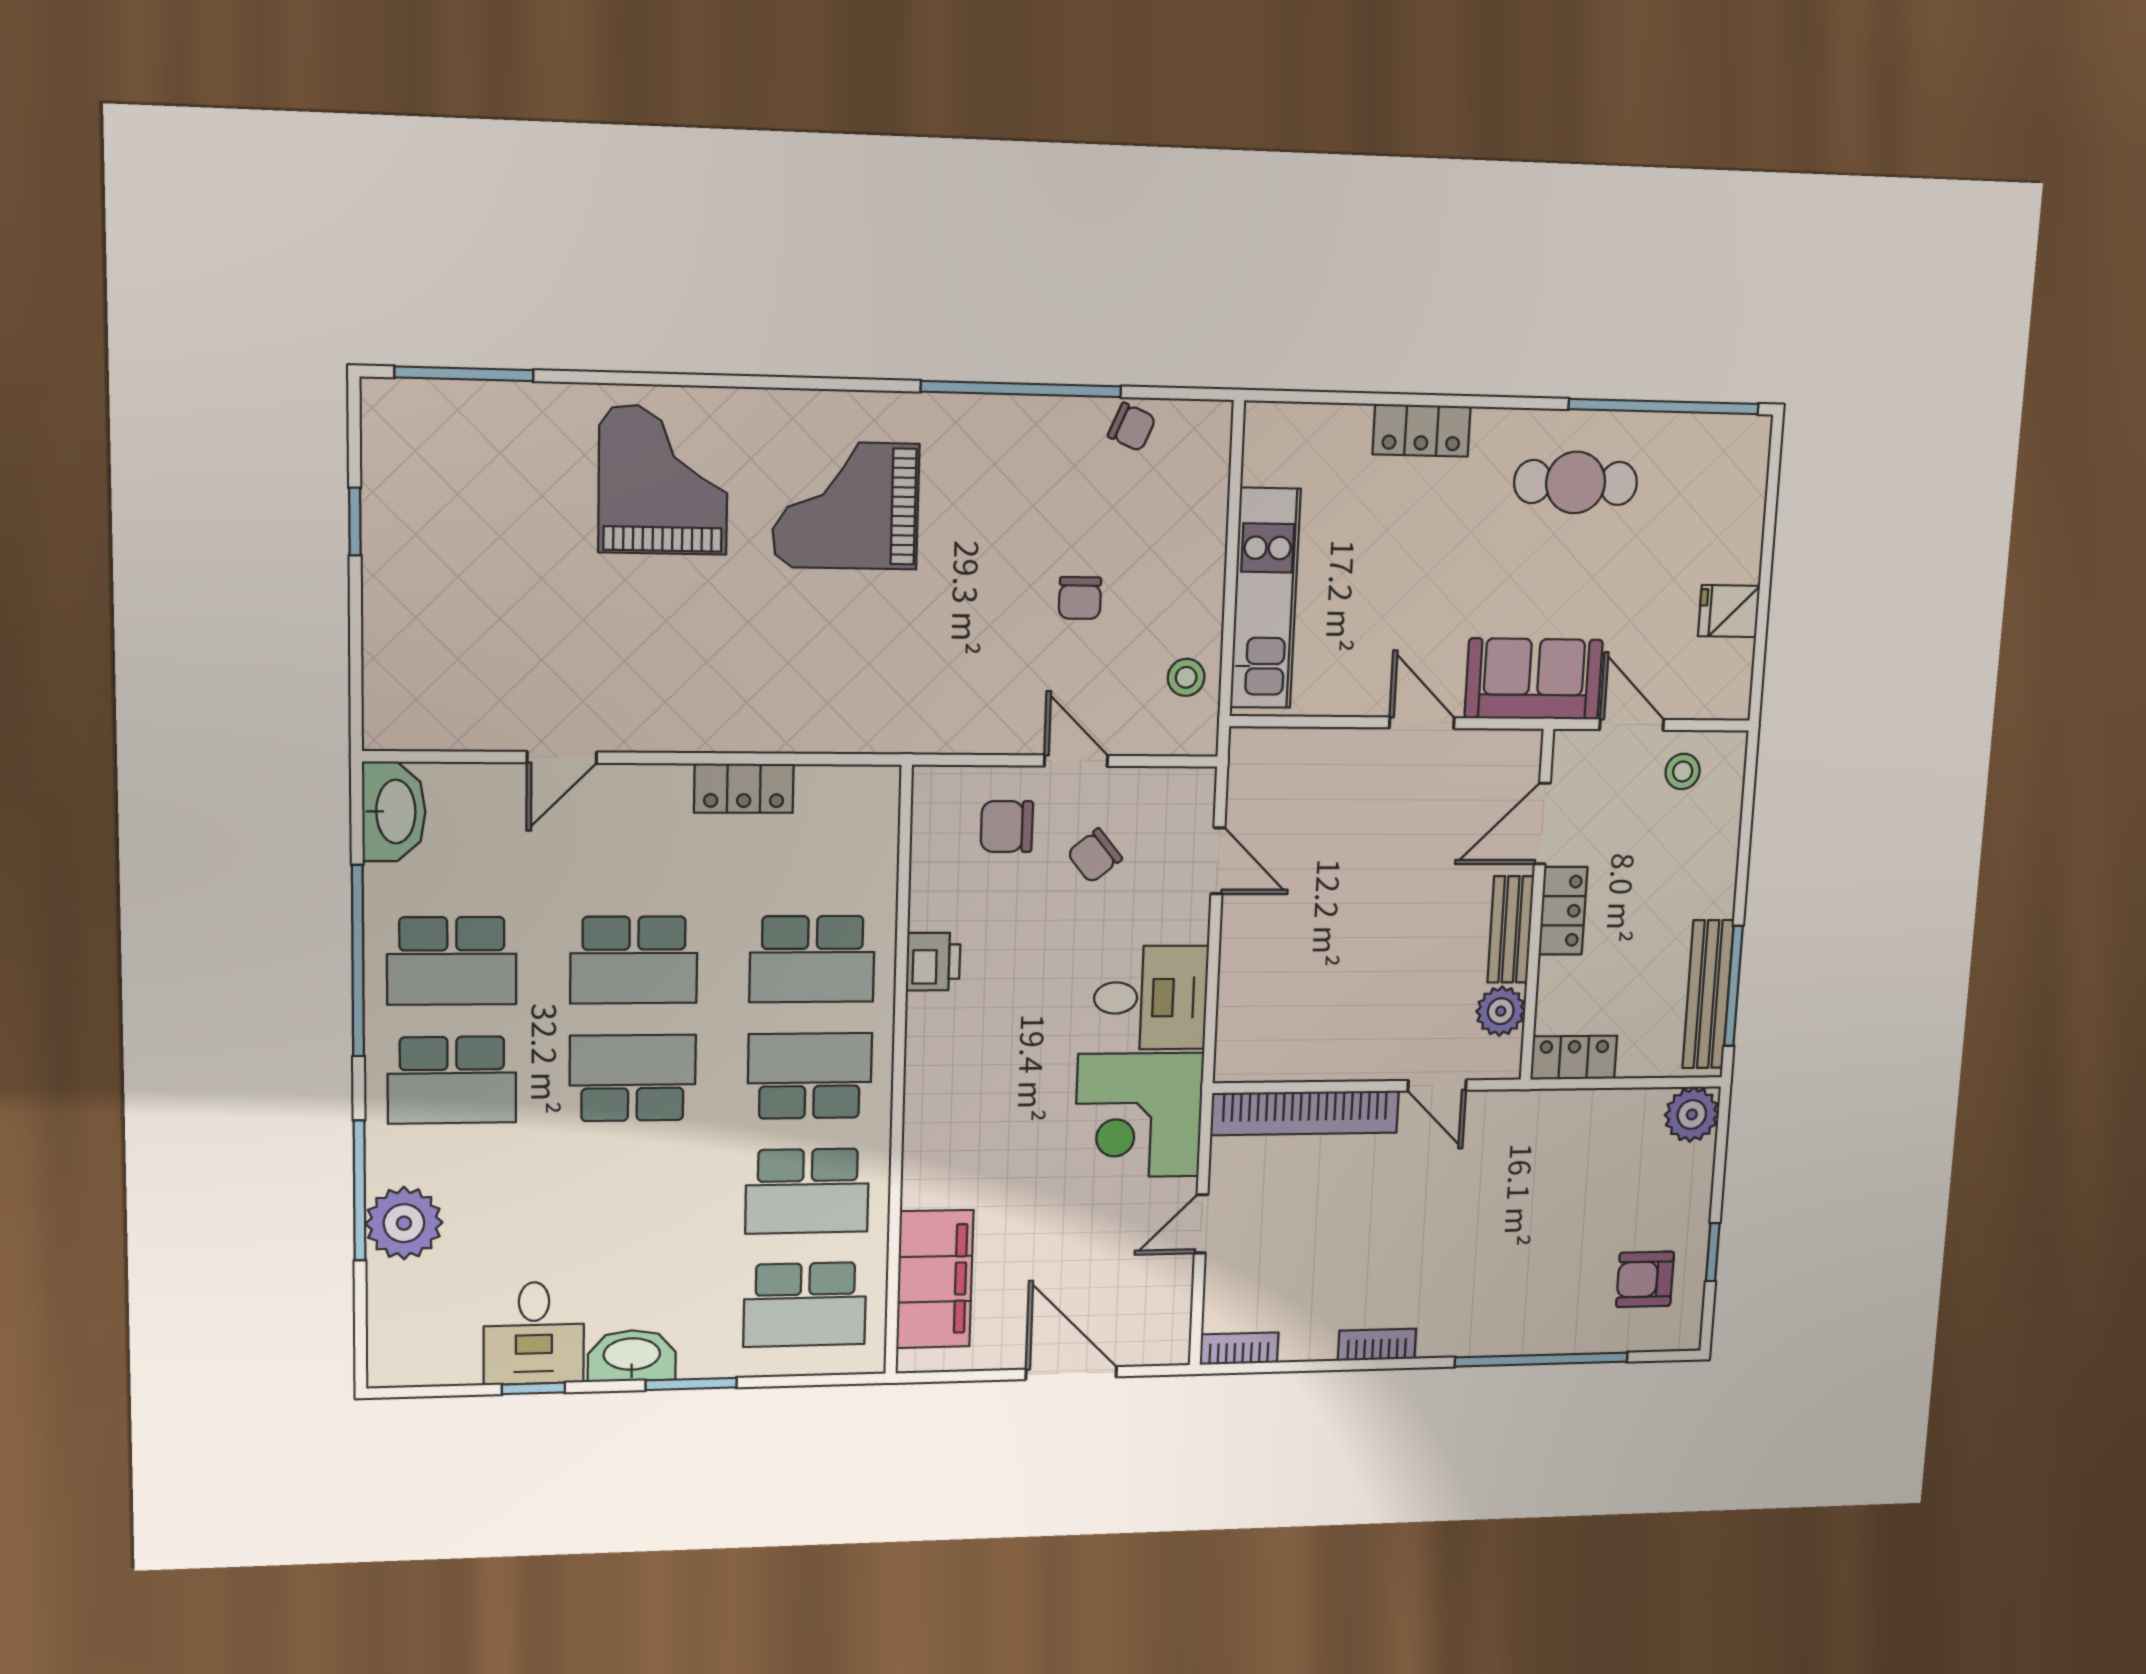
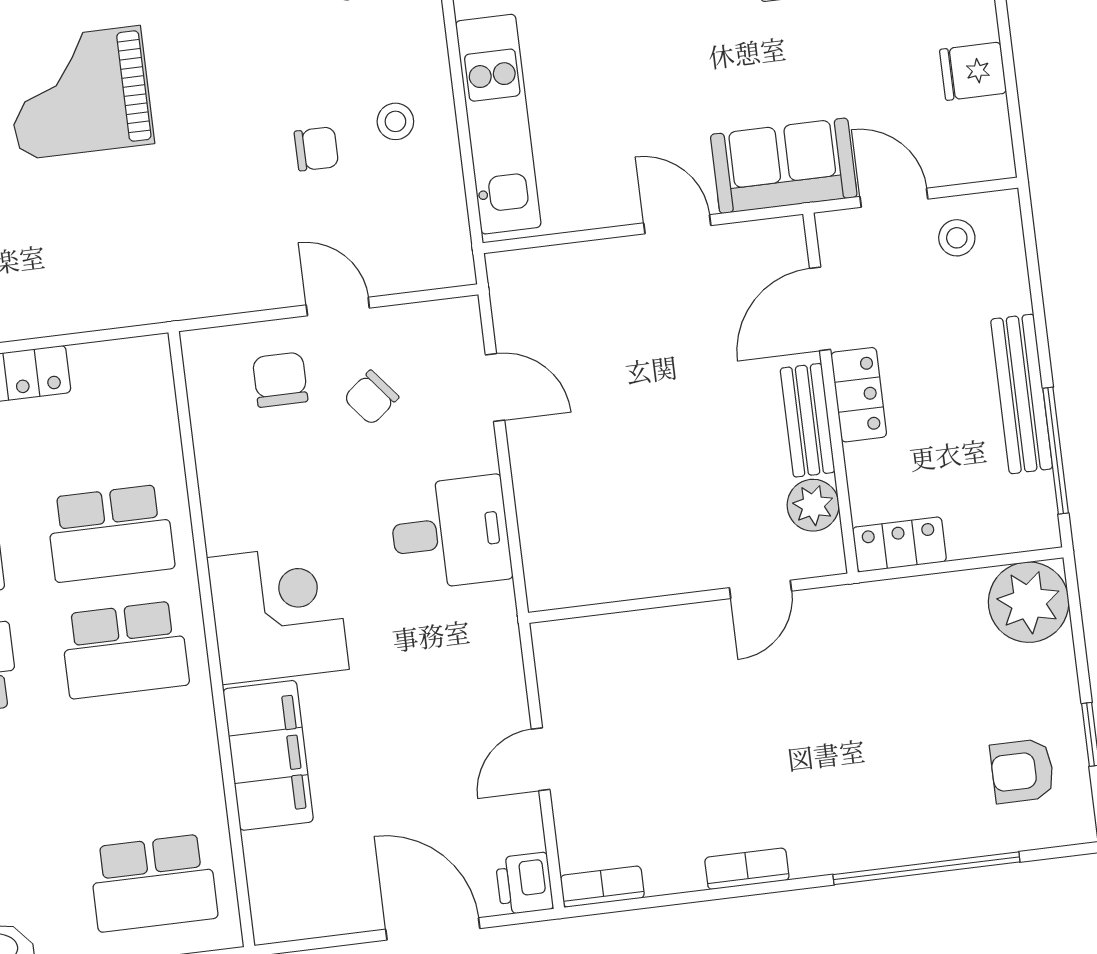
chair: (1080, 598) -> (316, 149), turned -90
stool: (1186, 677) -> (395, 121), moved
chair: (1007, 826) -> (280, 380), turned 90
printer: (933, 962) -> (524, 884), moved, turned 180
bench: (1708, 994) -> (1022, 394), moved
school desk: (810, 1076) -> (125, 650), turned 180
door: (1437, 1085) -> (761, 589), hinge flipped
bookcase: (1305, 1113) -> (628, 633), removed
plant: (1692, 1114) -> (1029, 602), width x1.36, depth x1.36
corner desk: (1139, 1115) -> (278, 614), moved, turned 180
school desk: (807, 1191) -> (139, 766), removed
filing cabinet: (935, 1279) -> (268, 755), moved

